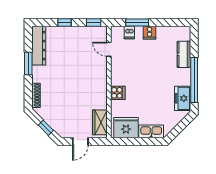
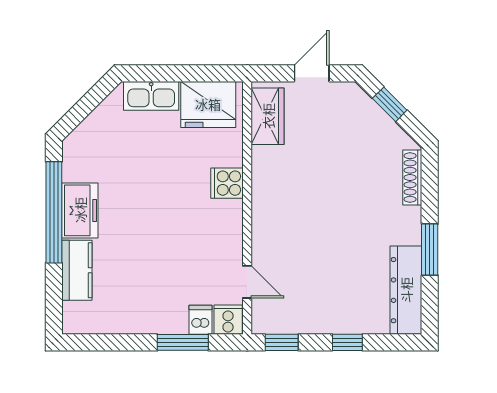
cooker: (149, 33) -> (228, 320), moved
freezer: (183, 98) -> (80, 210), moved

